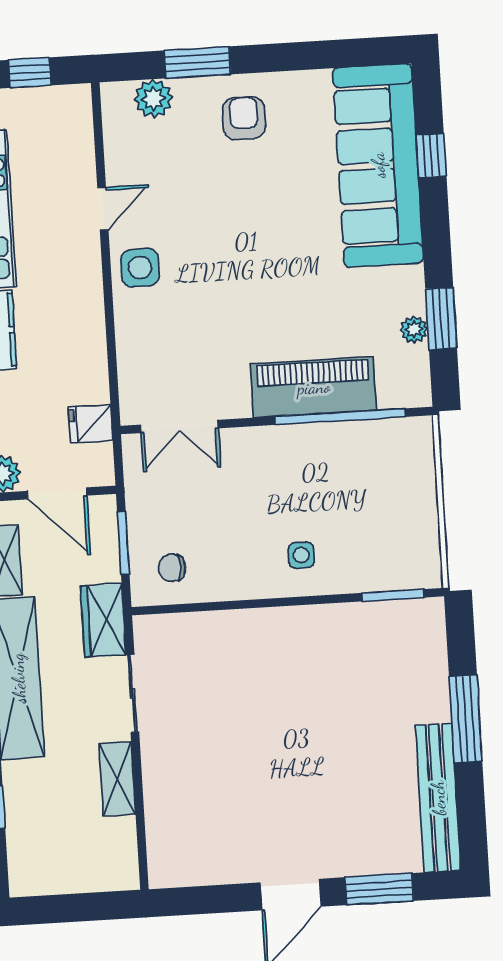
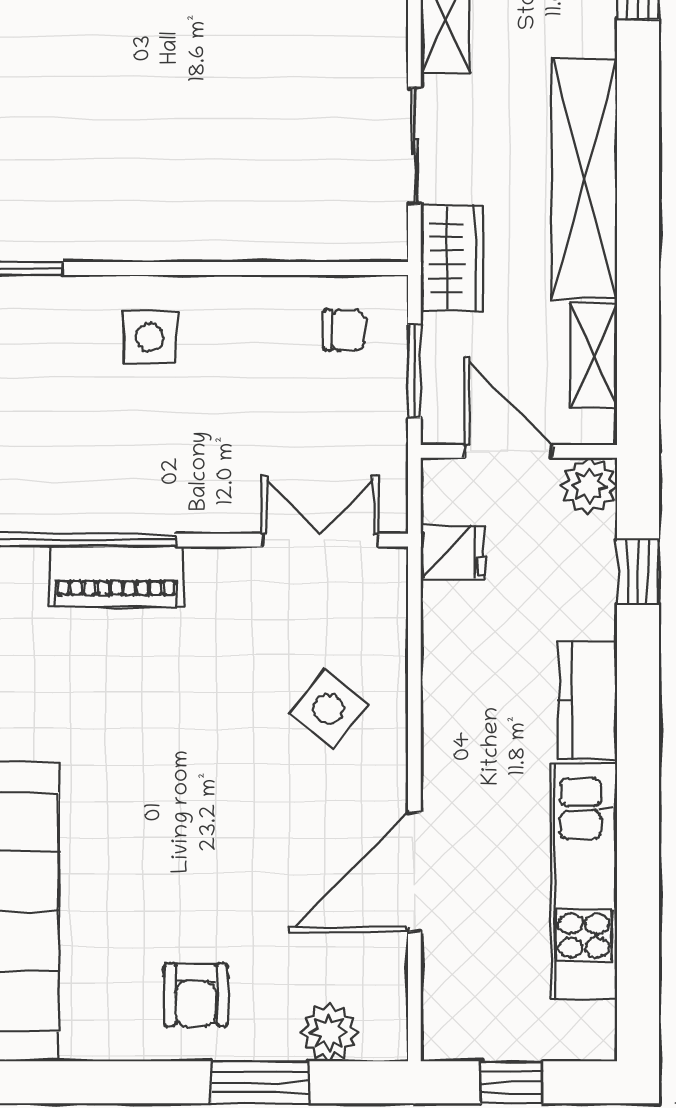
door: (103, 209) -> (414, 872), width x1.88
side table: (140, 268) -> (328, 709), moved, turned 38
piano: (314, 387) -> (116, 577), width x0.73, depth x0.75
side table: (301, 555) -> (150, 337), width x1.37, depth x1.37

